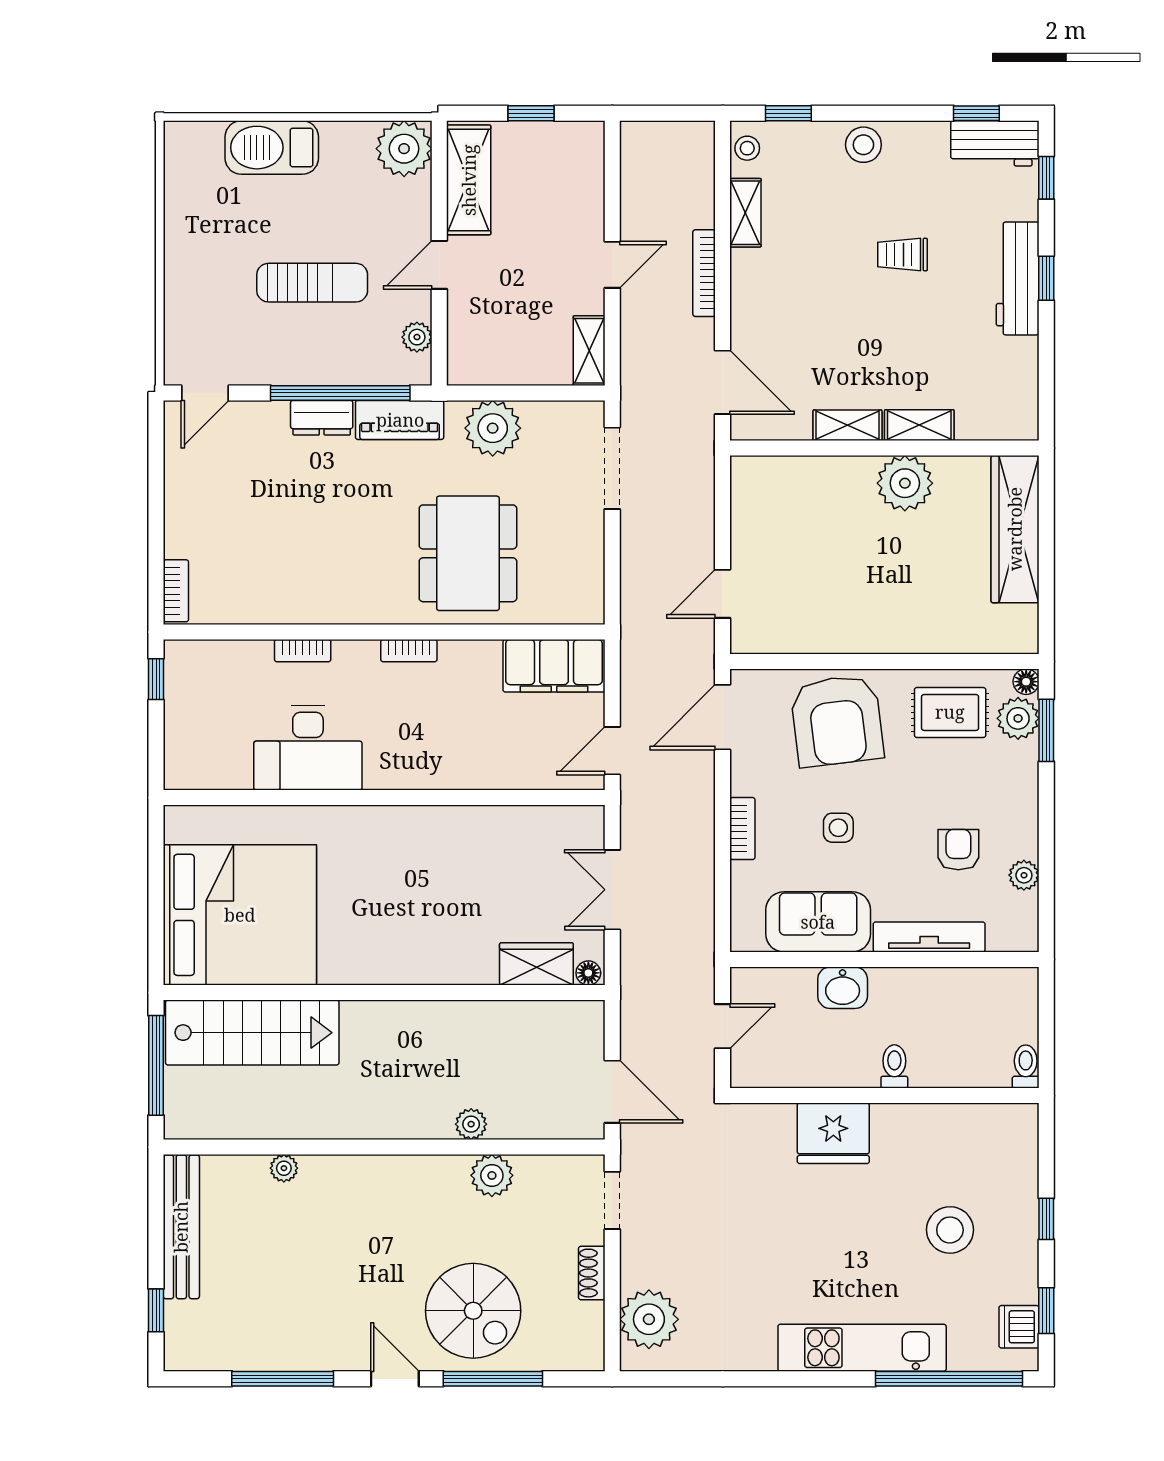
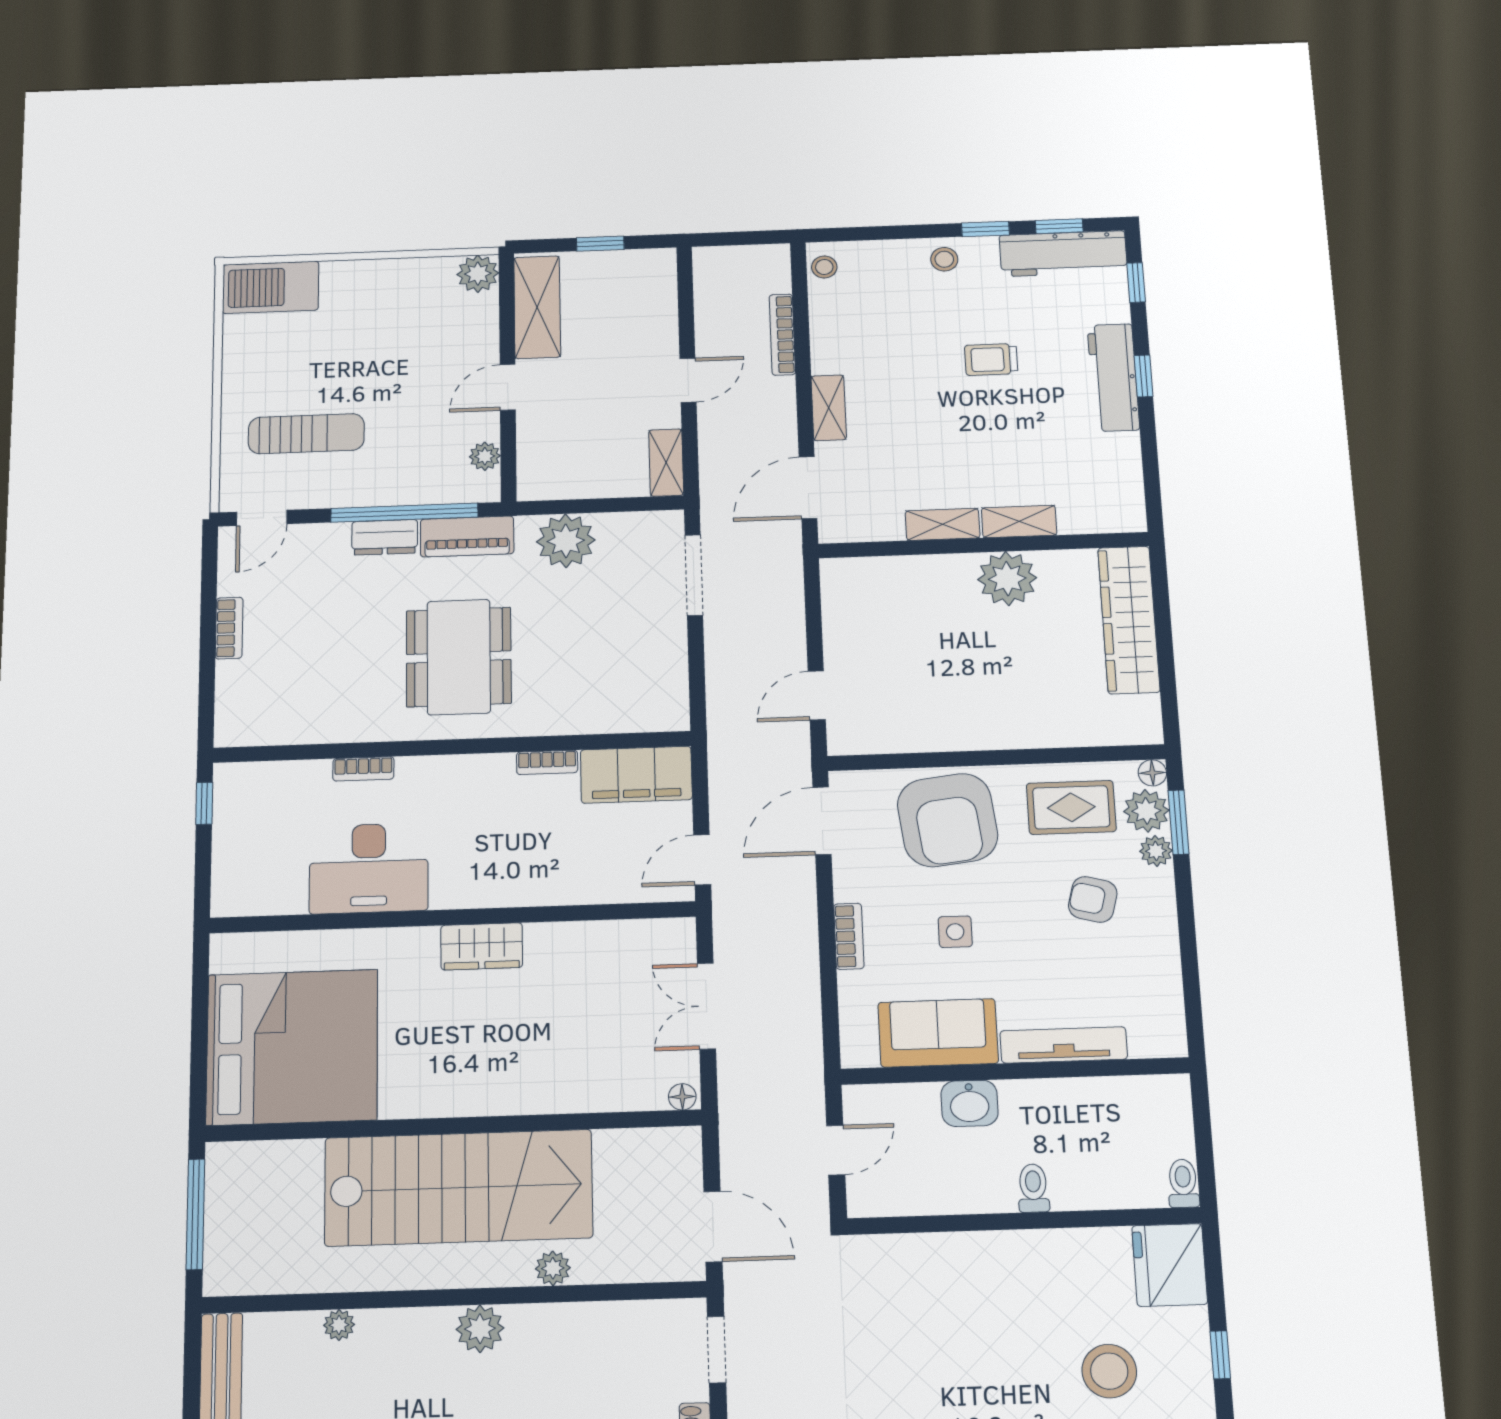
window: (788, 113) -> (985, 229), moved
workbench: (995, 143) -> (1063, 254), width x1.38
stool: (863, 145) -> (944, 259), width x0.73, depth x0.73
barbecue: (272, 148) -> (271, 287), moved
plant: (404, 149) -> (478, 274), width x0.73, depth x0.73
shelving: (745, 213) -> (829, 408), moved
bookcase: (704, 273) -> (782, 335), moved
sun lounger: (312, 283) -> (306, 434), moved
door: (723, 382) -> (808, 488), swing flipped
dining table: (468, 553) -> (459, 657), moved
bookcase: (176, 591) -> (229, 628), moved
bookcase: (409, 651) -> (547, 762), moved
armchair: (958, 850) -> (1093, 899), moved, turned -75
plant: (1024, 875) -> (1156, 851), moved
wardrobe: (536, 964) -> (482, 946), moved, turned 180
stairs: (252, 1033) -> (458, 1188), moved, width x1.36, depth x1.51
fridge: (833, 1133) -> (1170, 1265), moved, turned 90
plant: (492, 1175) -> (480, 1329), moved

